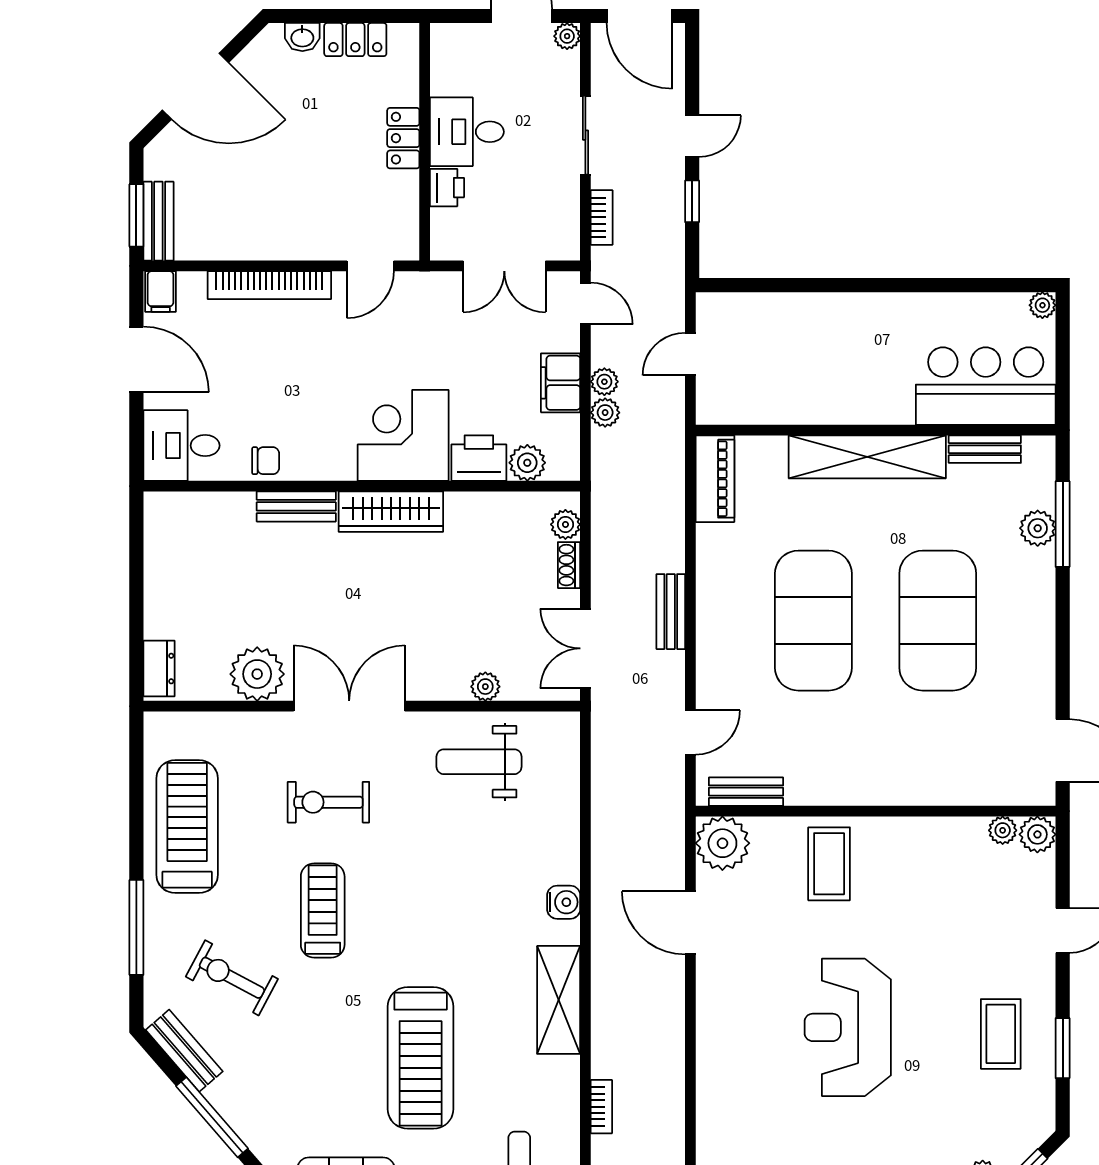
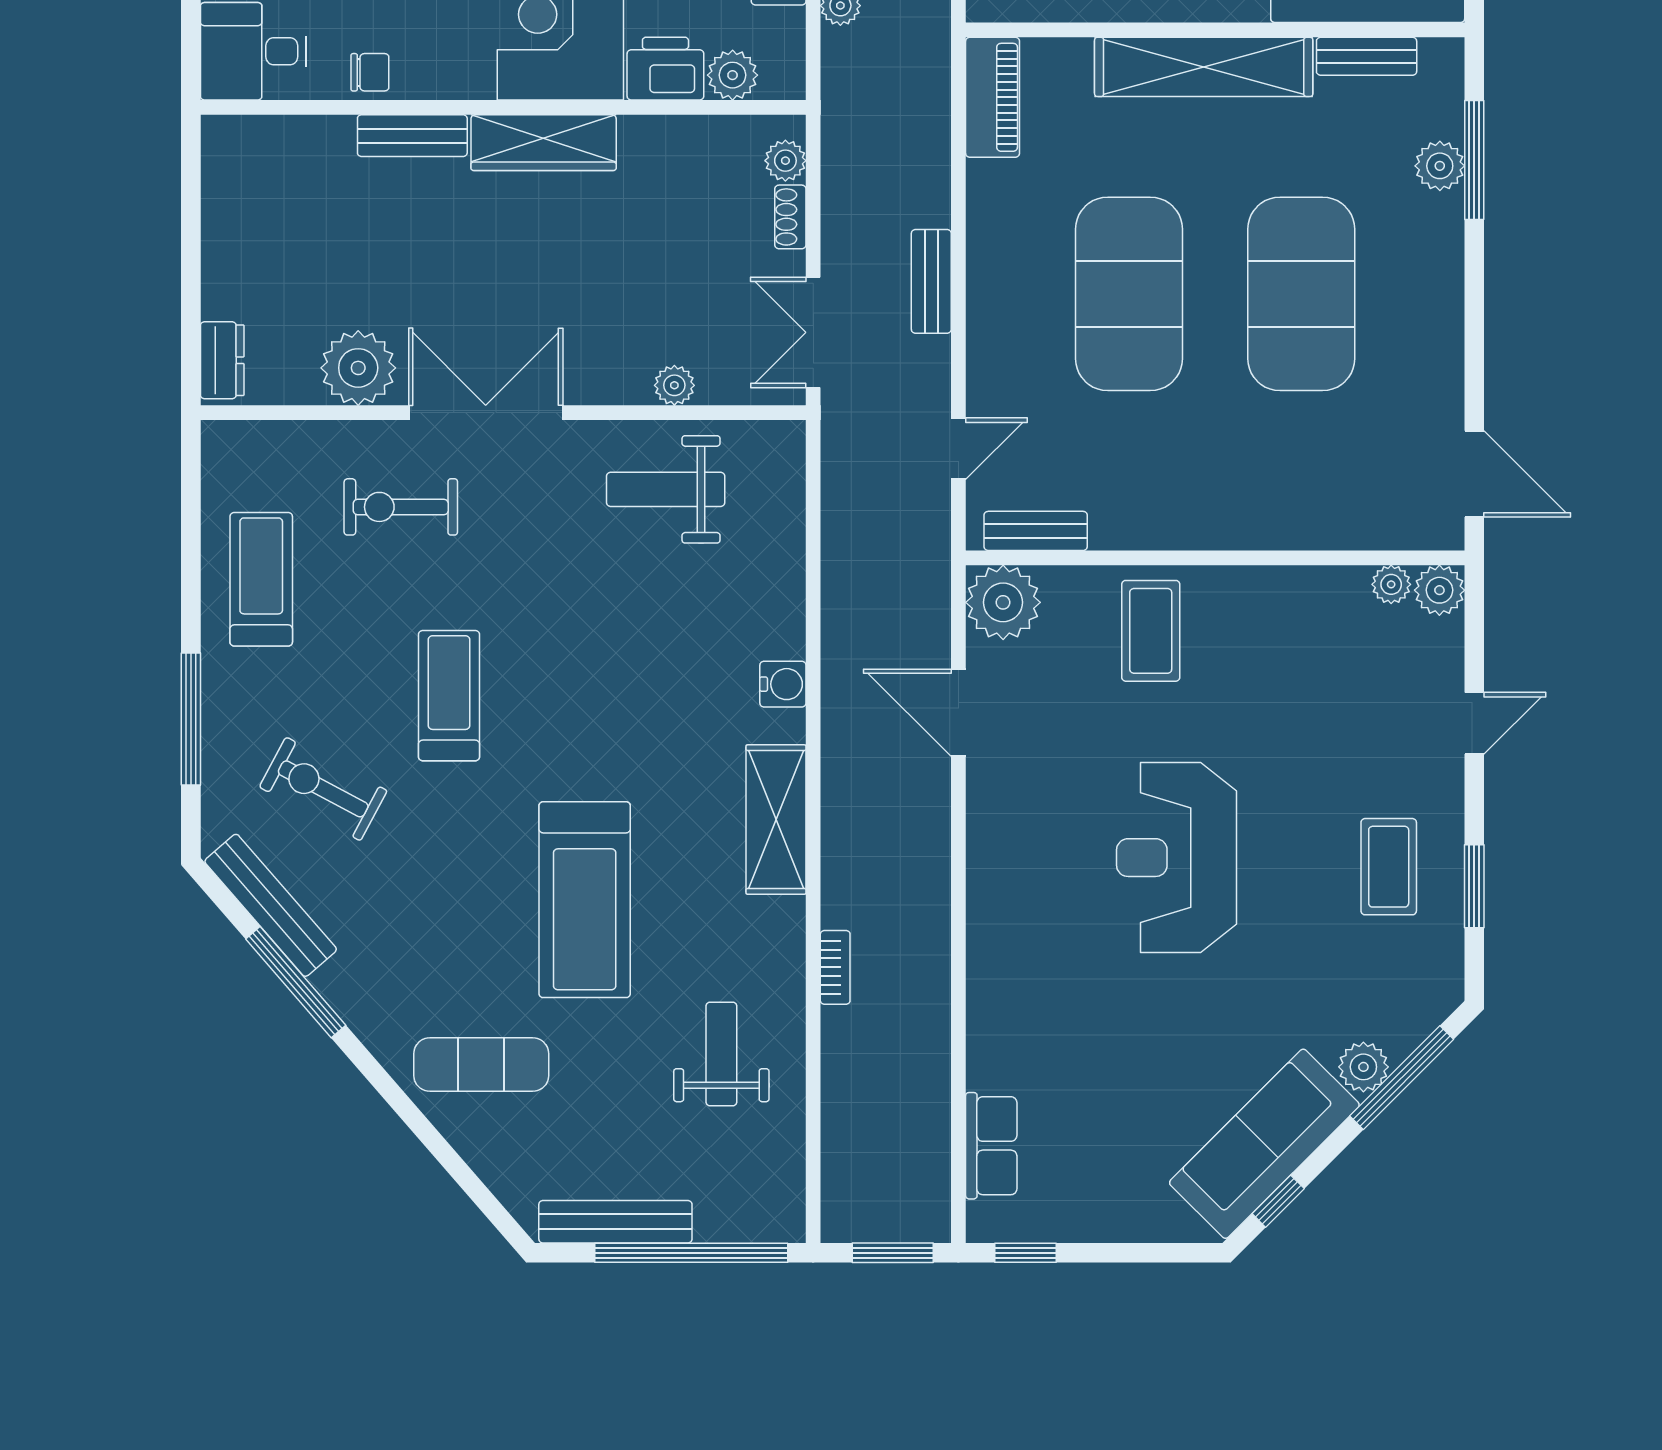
exercise bike: (328, 802) -> (401, 507), moved
treadmill: (187, 827) -> (261, 579), width x0.73, depth x0.73
bench: (184, 1051) -> (271, 905), width x1.36

